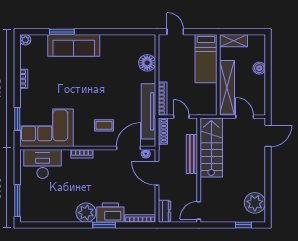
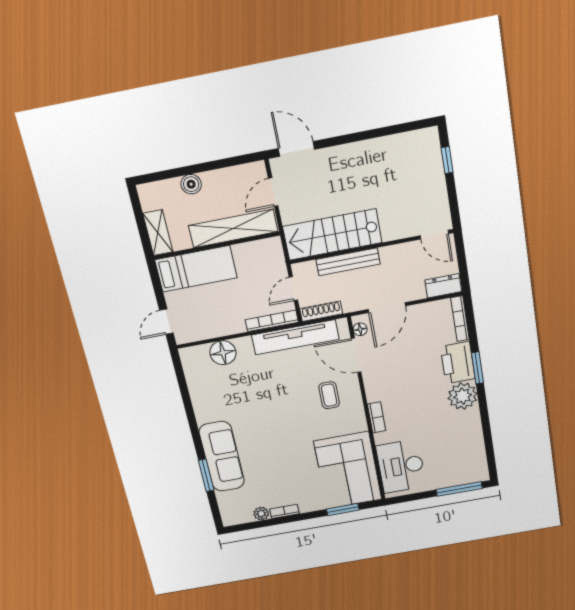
plant: (25, 40) -> (261, 514), moved
plant: (255, 203) -> (409, 149), removed

